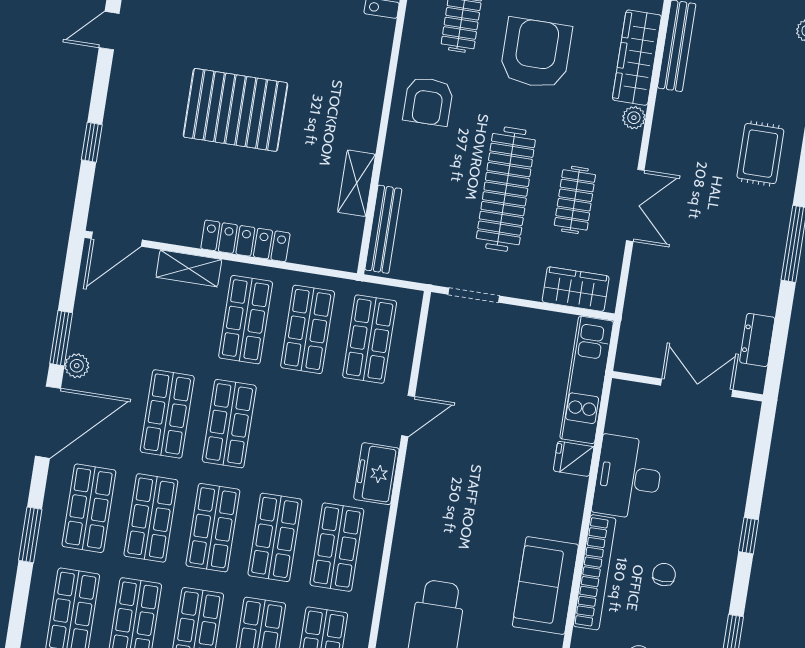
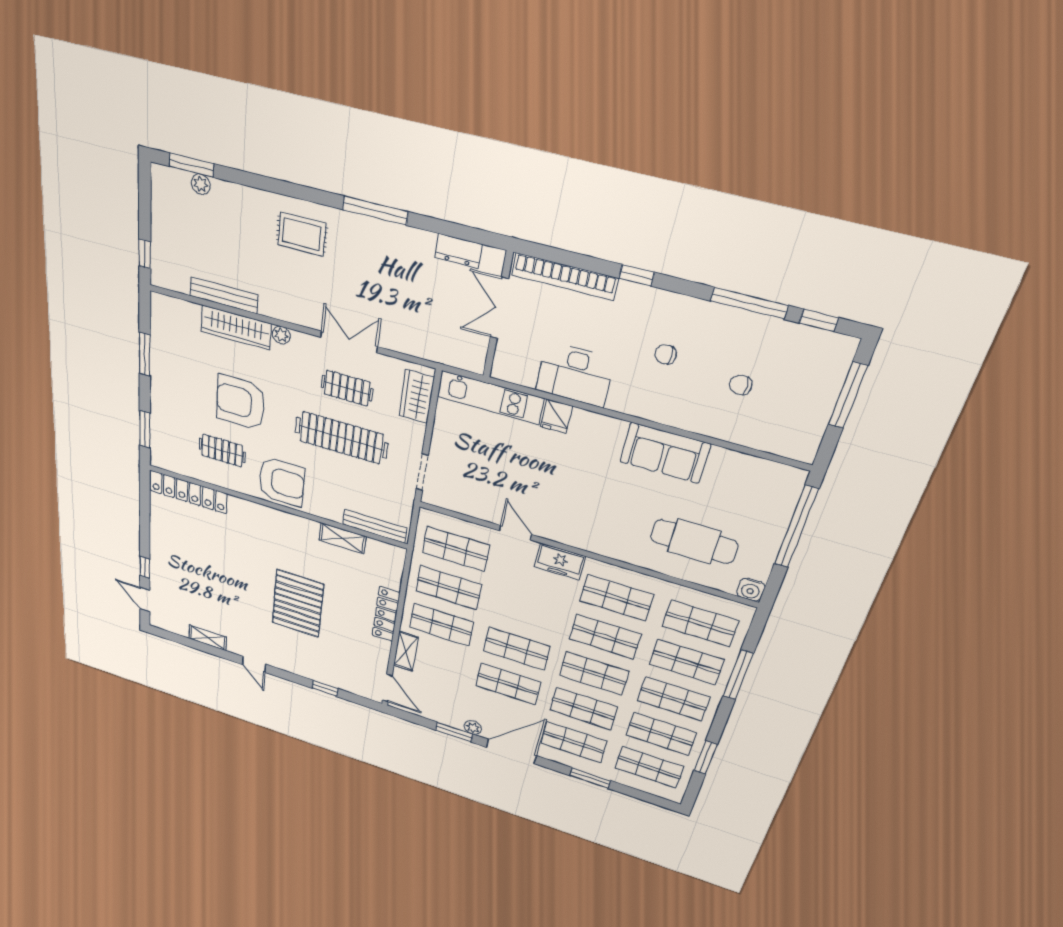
armchair: (428, 101) -> (282, 482), width x1.36, depth x1.36
door: (48, 422) -> (511, 751), hinge flipped
bookcase: (595, 572) -> (565, 276), moved, turned 180

